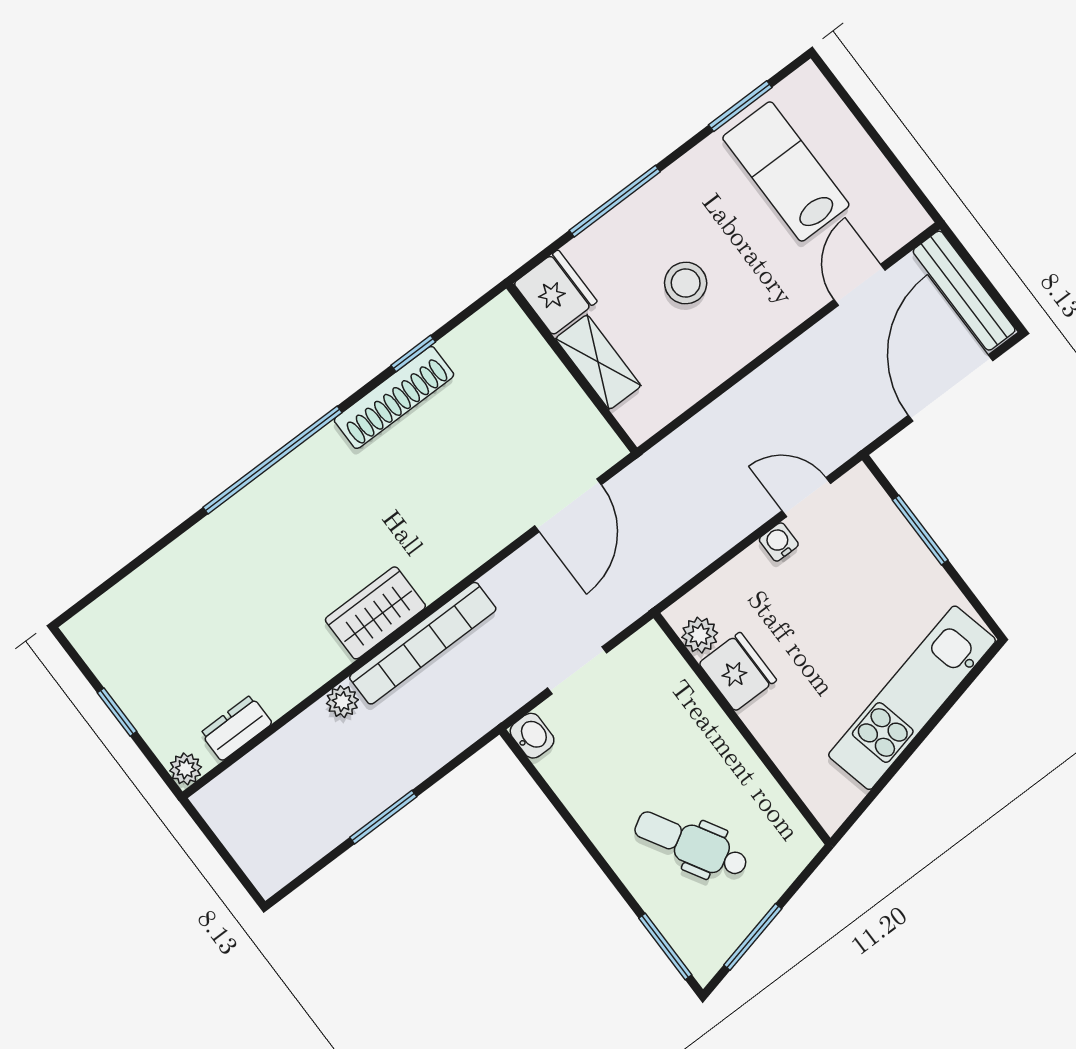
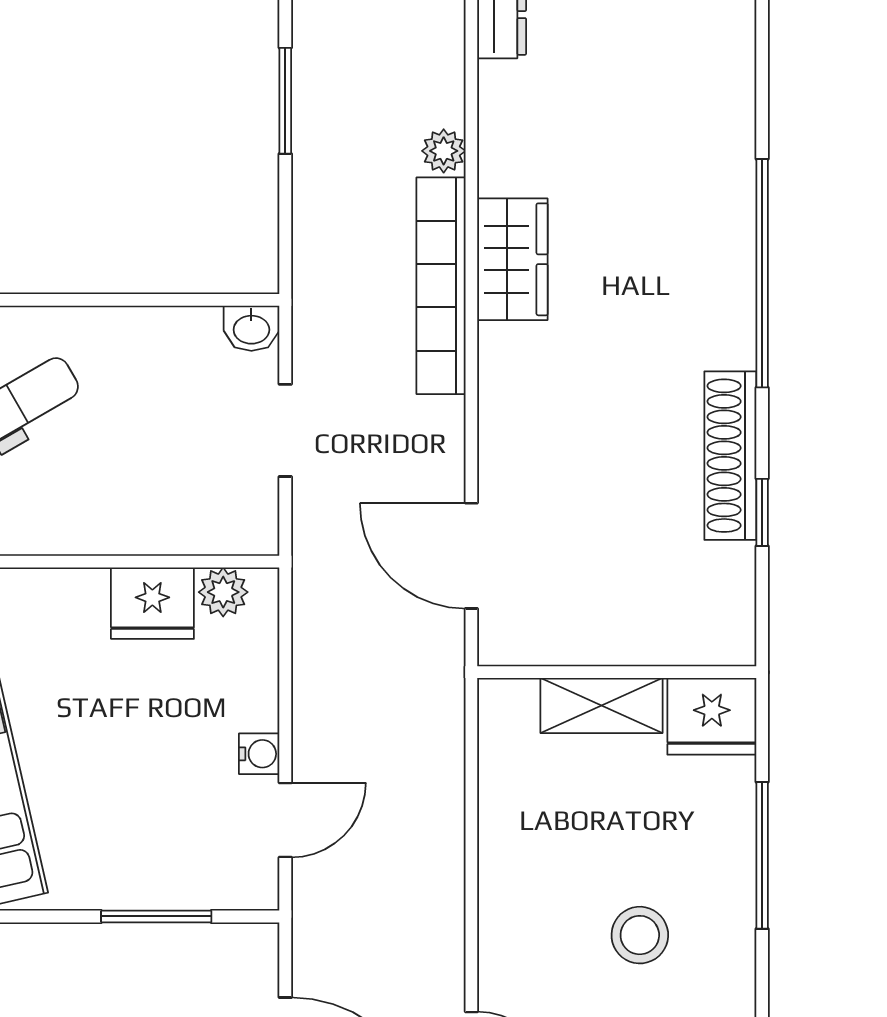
stool: (686, 283) -> (640, 935), moved

